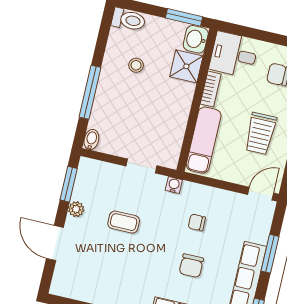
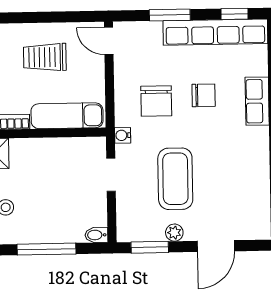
trolley: (260, 133) -> (45, 57), turned 180
coffee table: (124, 222) -> (175, 179), width x1.86, depth x1.72
chair: (197, 223) -> (156, 101), width x1.87, depth x1.87

